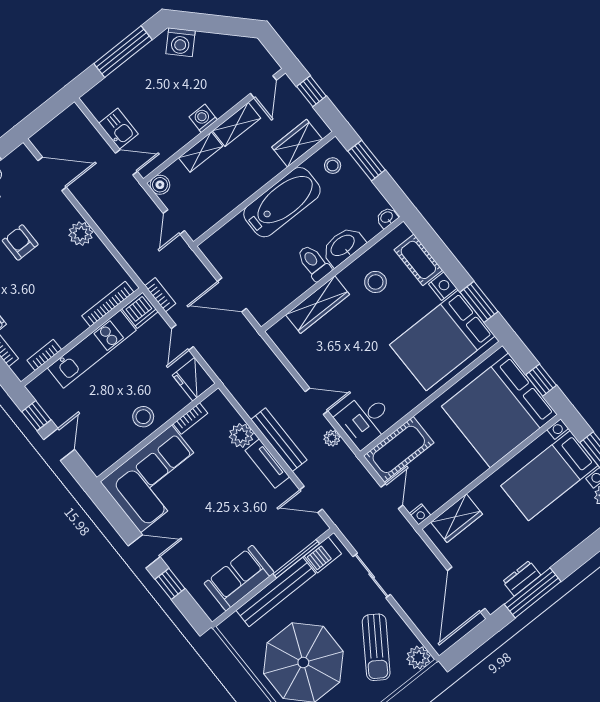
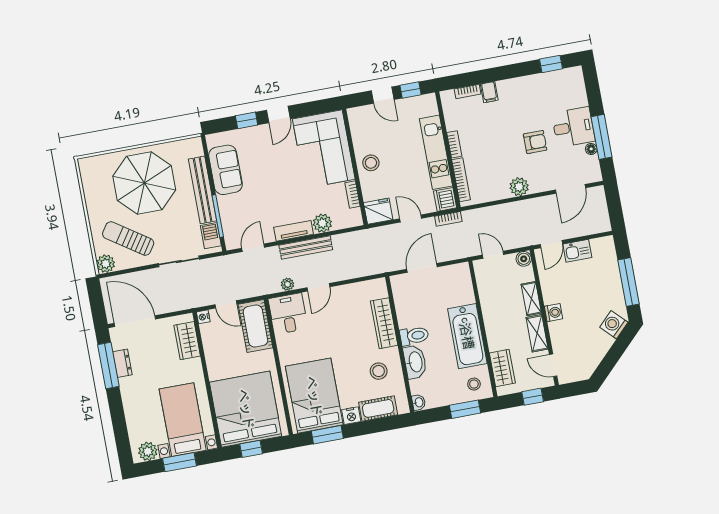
bookcase: (44, 355) -> (454, 144), moved

